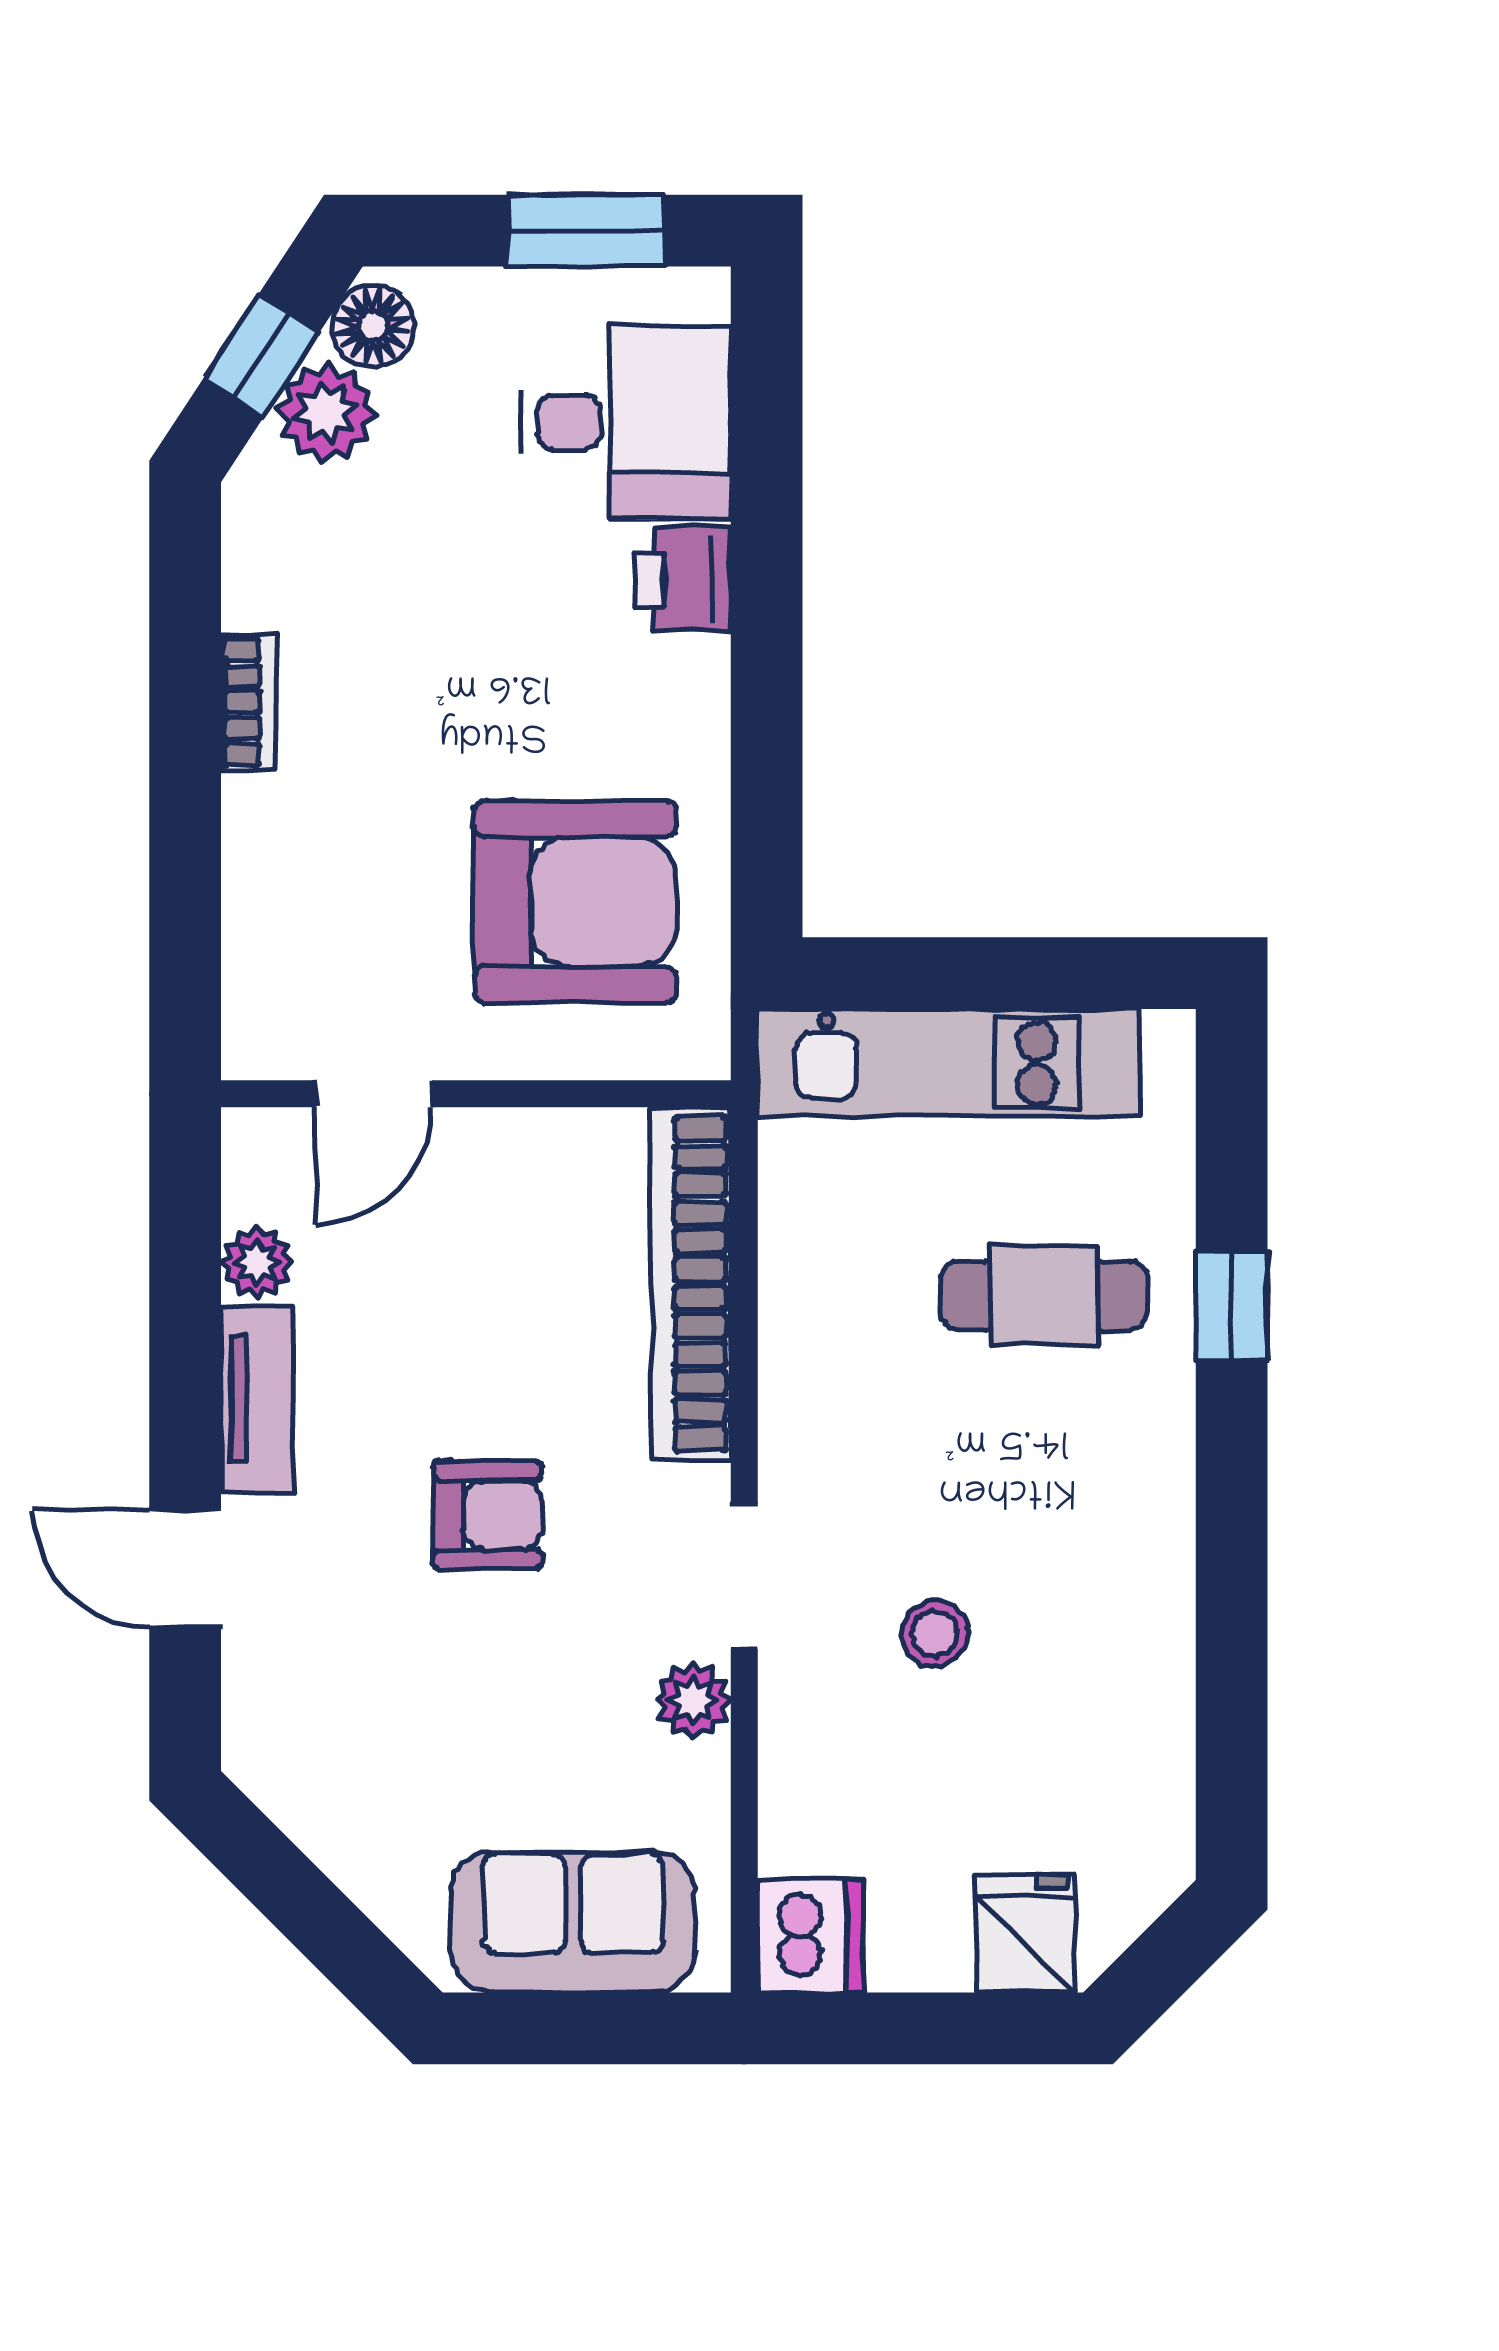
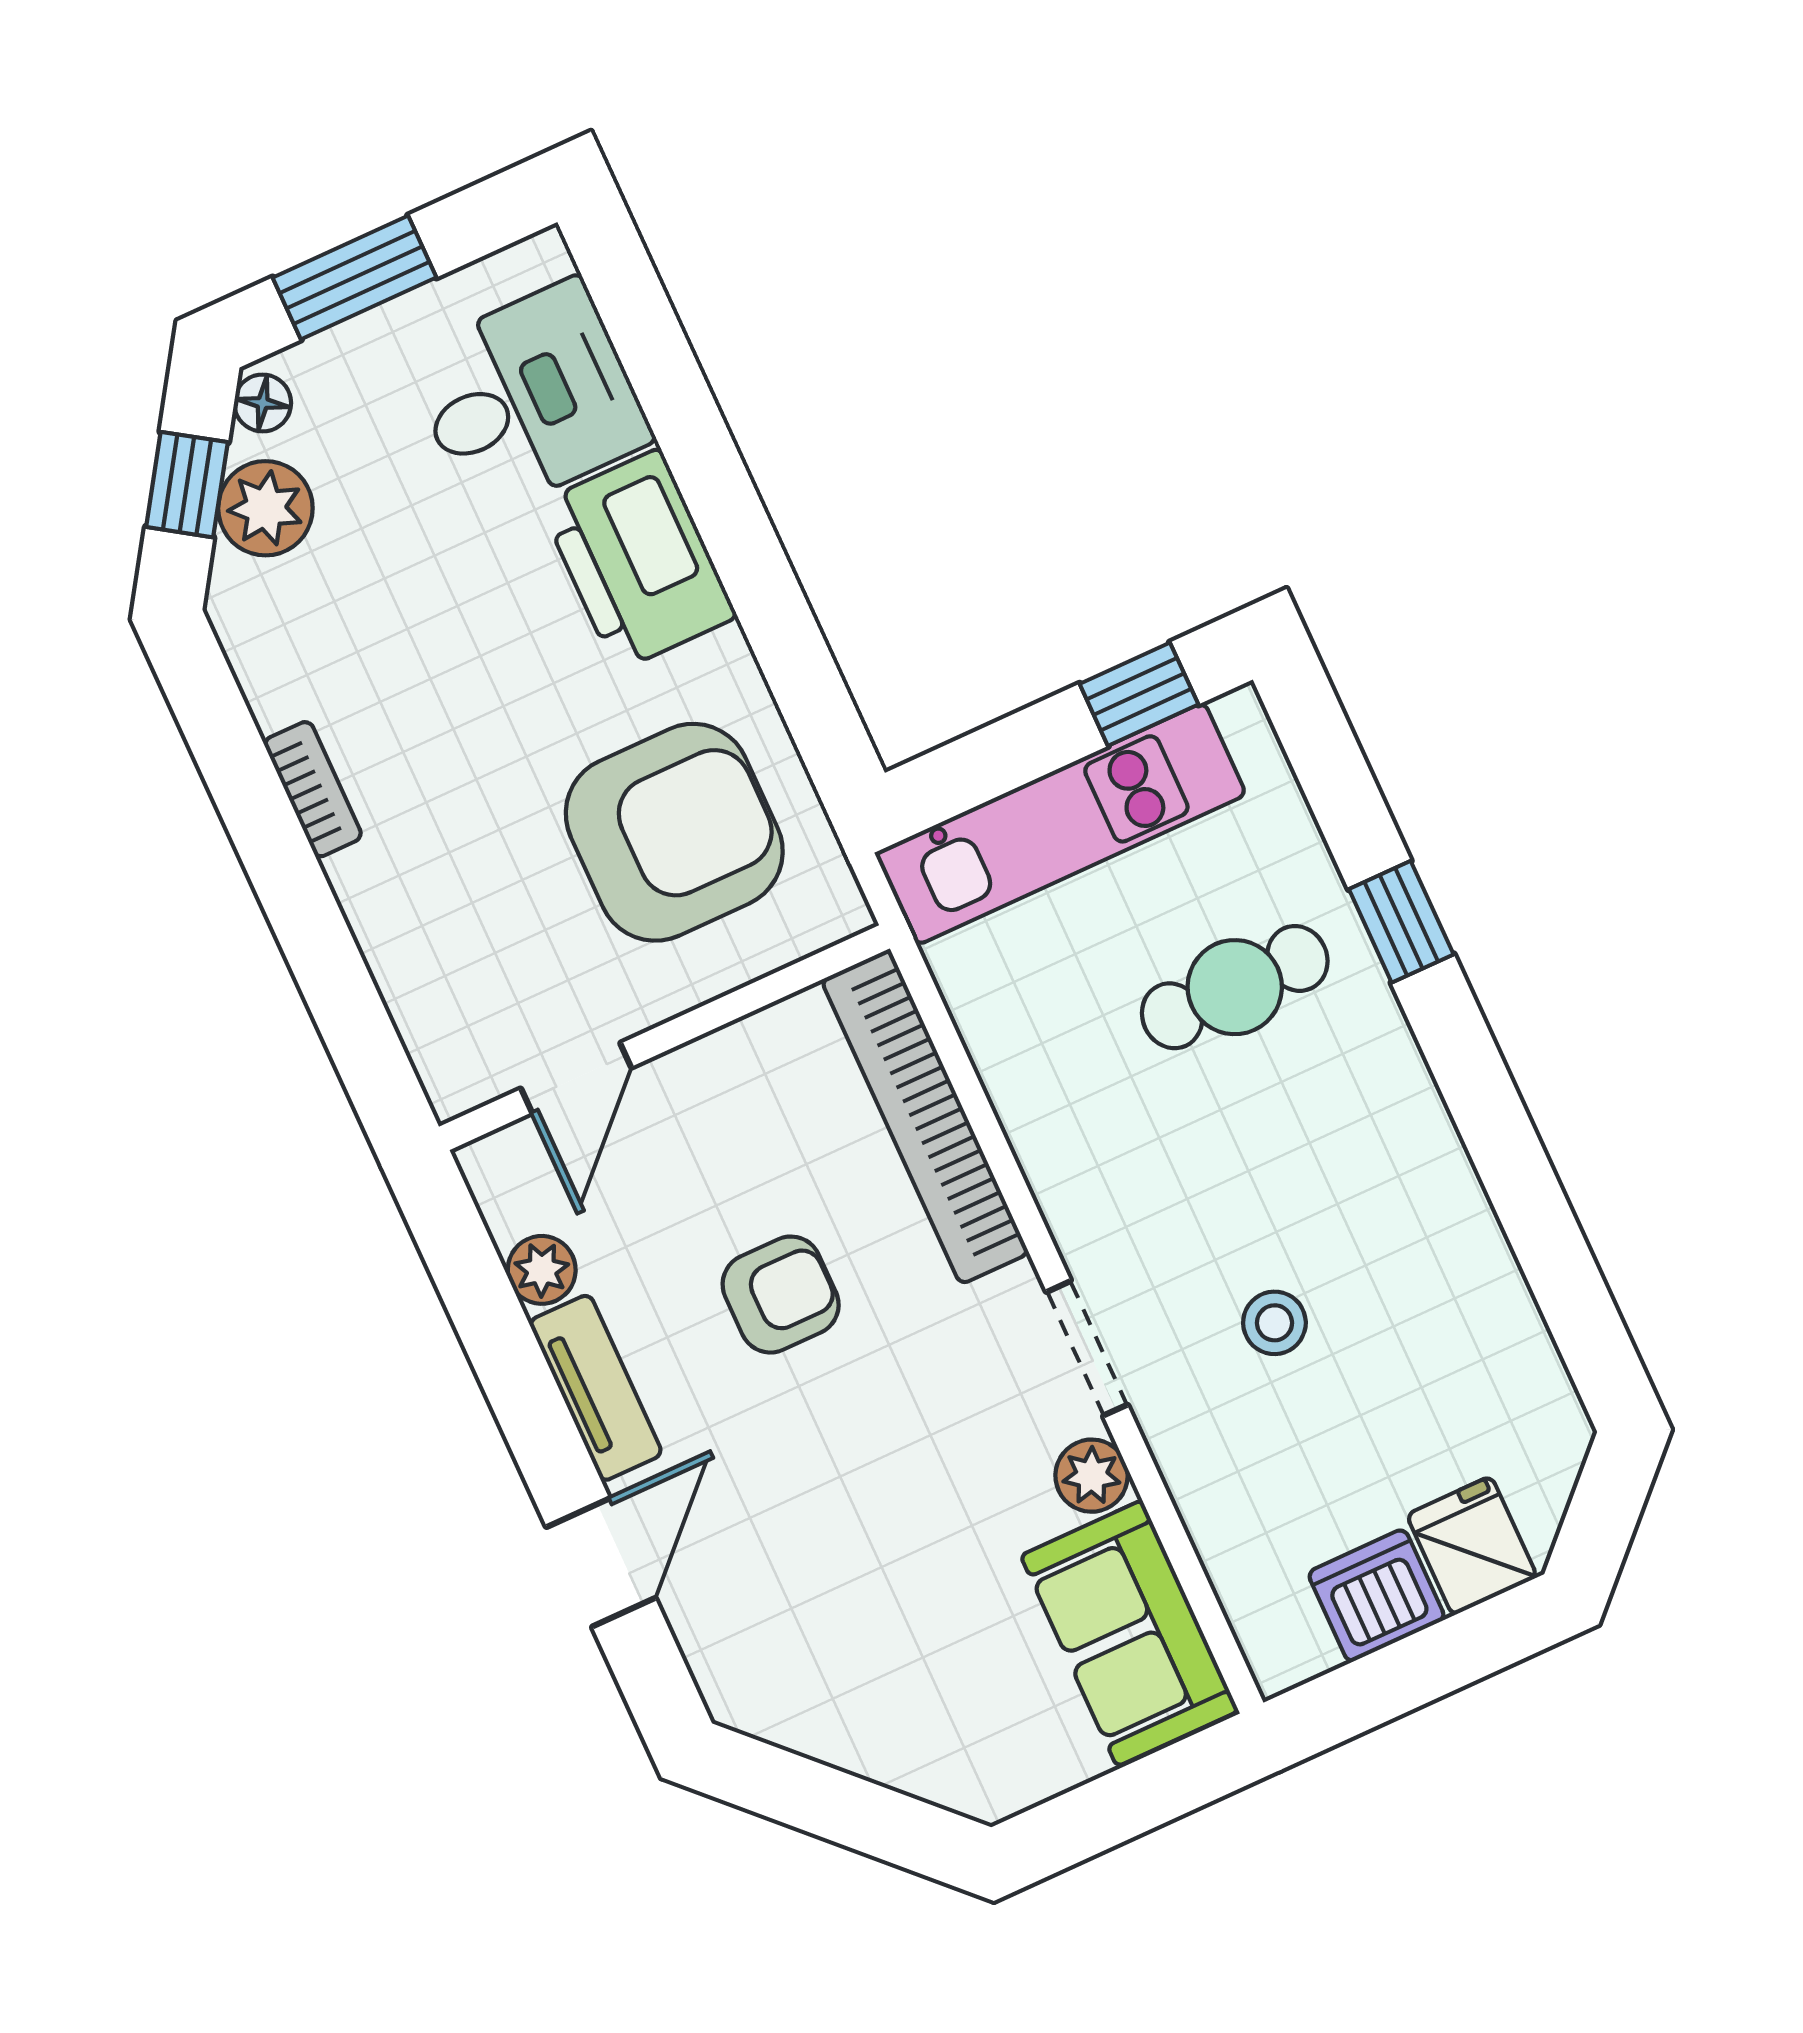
window: (586, 231) -> (354, 277), moved
floor lamp: (373, 326) -> (263, 403), width x0.73, depth x0.73
printer: (683, 579) -> (638, 560), width x1.87, depth x1.48
window: (1080, 973) -> (1139, 694), added
armchair: (488, 1515) -> (781, 1295), moved
door: (185, 1568) -> (601, 1562), swing flipped
sofa: (573, 1922) -> (1130, 1633), moved, turned -90
dishwasher: (811, 1936) -> (1376, 1596), moved, turned -90

